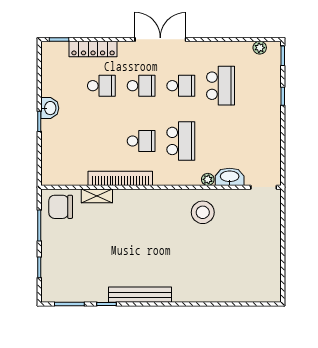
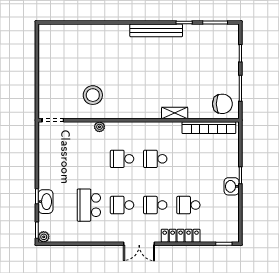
double door: (160, 39) -> (139, 244), width x0.73
plant: (260, 48) -> (44, 237), moved
locker: (93, 49) -> (181, 236), moved
school desk: (181, 141) -> (122, 159), width x0.54
washbasin: (230, 177) -> (46, 202), moved, turned -90
bookcase: (120, 178) -> (209, 128), moved
shelving: (97, 196) -> (175, 113), moved
stool: (203, 212) -> (93, 95), moved

